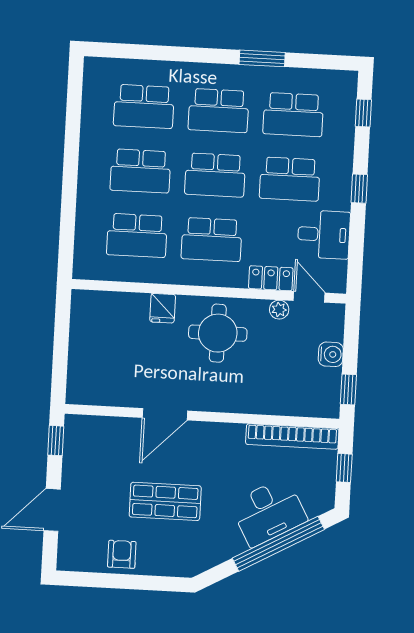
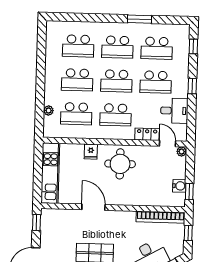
plant: (84, 228) -> (49, 111), added
plant: (279, 310) -> (182, 152), moved
kitchen unit: (84, 347) -> (50, 173), added
water cooler: (331, 354) -> (179, 186), moved
door: (165, 414) -> (93, 207), swing flipped

